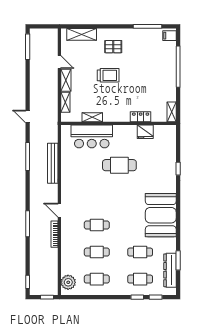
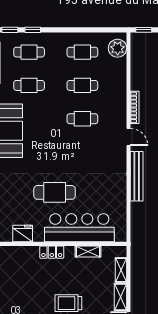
locker: (141, 117) -> (52, 252), moved
bar counter: (92, 136) -> (79, 228), width x1.36
bench: (53, 163) -> (137, 176), moved

